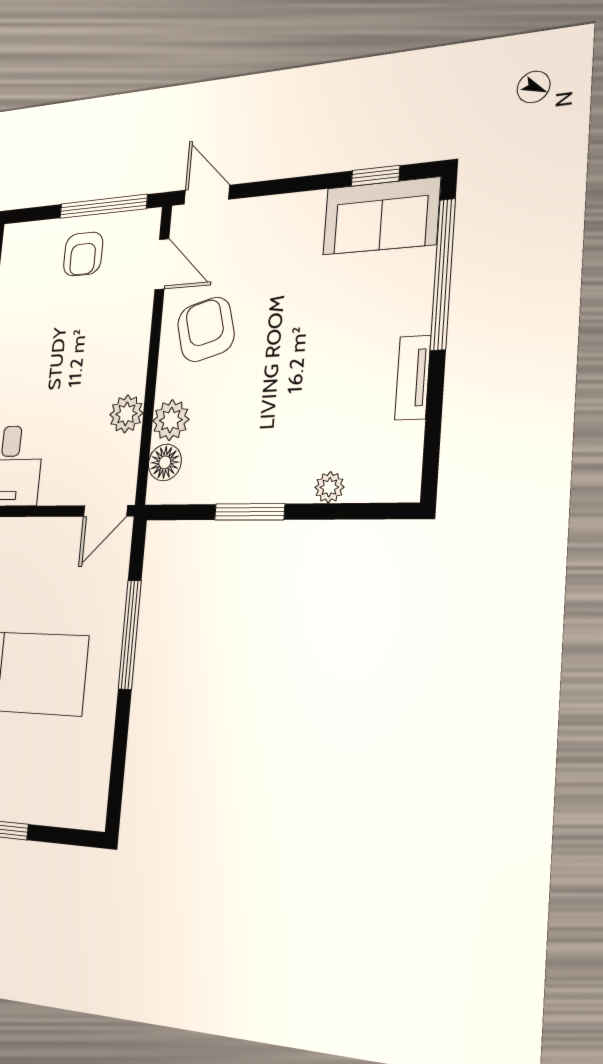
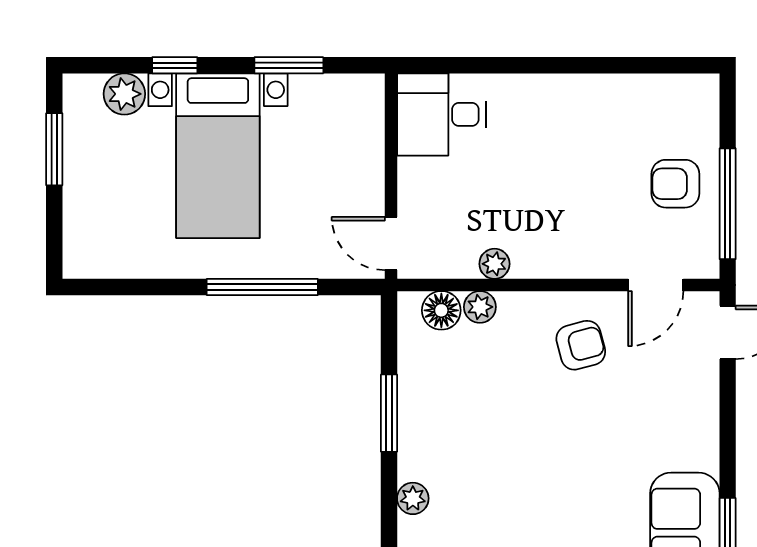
armchair: (206, 329) -> (581, 345), width x0.72, depth x0.72
plant: (126, 414) -> (494, 264), width x0.73, depth x0.73
plant: (171, 420) -> (480, 307), width x0.73, depth x0.73

